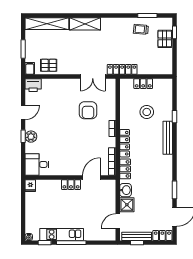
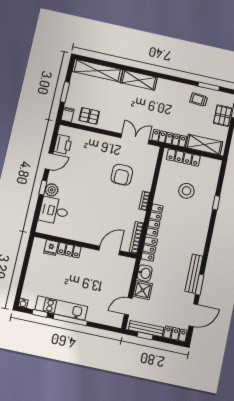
shelving: (154, 68) -> (204, 145), added
double door: (93, 77) -> (135, 139), swing flipped
locker: (143, 84) -> (183, 158), width x1.53
printer: (33, 85) -> (63, 144), moved, turned -90
bench: (168, 138) -> (194, 274), moved
desk: (37, 164) -> (54, 211), moved
locker: (71, 185) -> (69, 250), moved
fridge: (30, 186) -> (51, 248), moved

